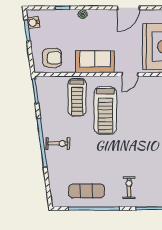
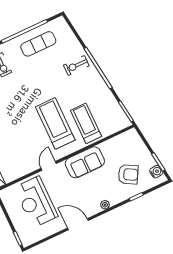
door: (128, 8) -> (78, 224), hinge flipped
plant: (83, 14) -> (105, 205), moved
armchair: (52, 58) -> (128, 174), moved, turned -151
exercise bike: (58, 143) -> (76, 65), moved

